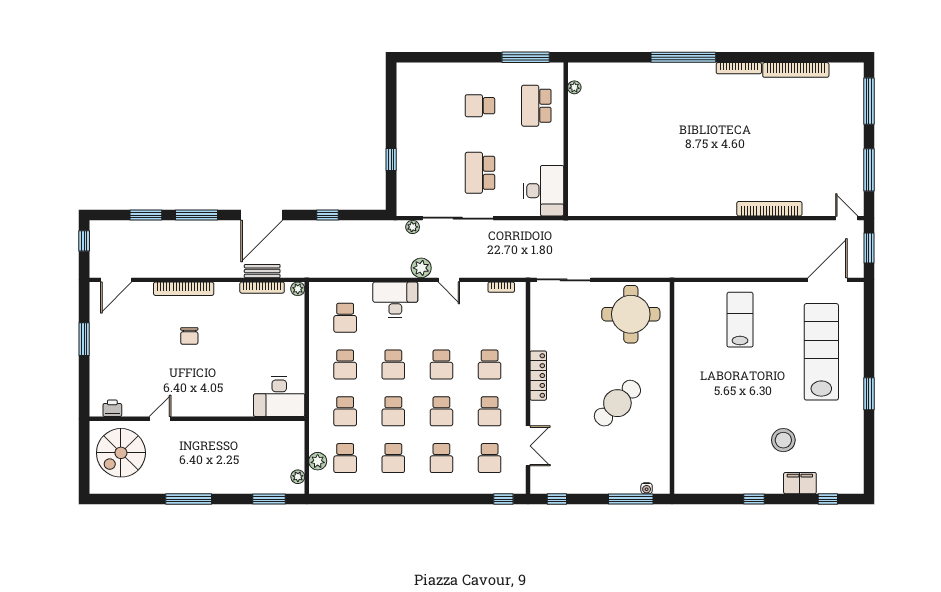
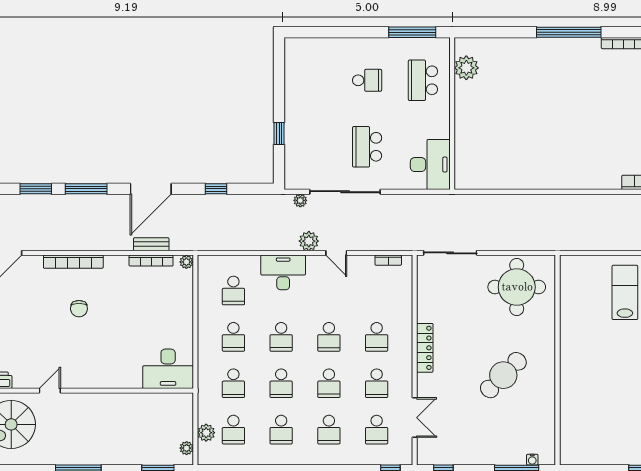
plant: (574, 87) -> (466, 68), width x1.88, depth x1.88
school desk: (480, 106) -> (367, 80), turned 180

